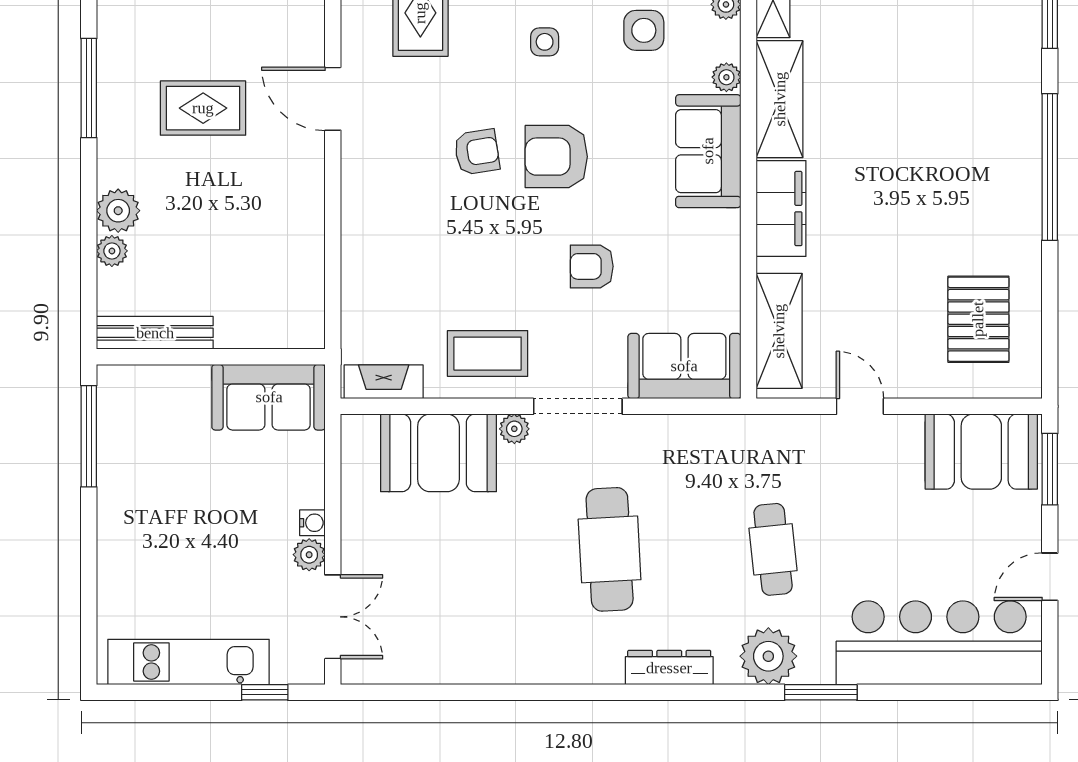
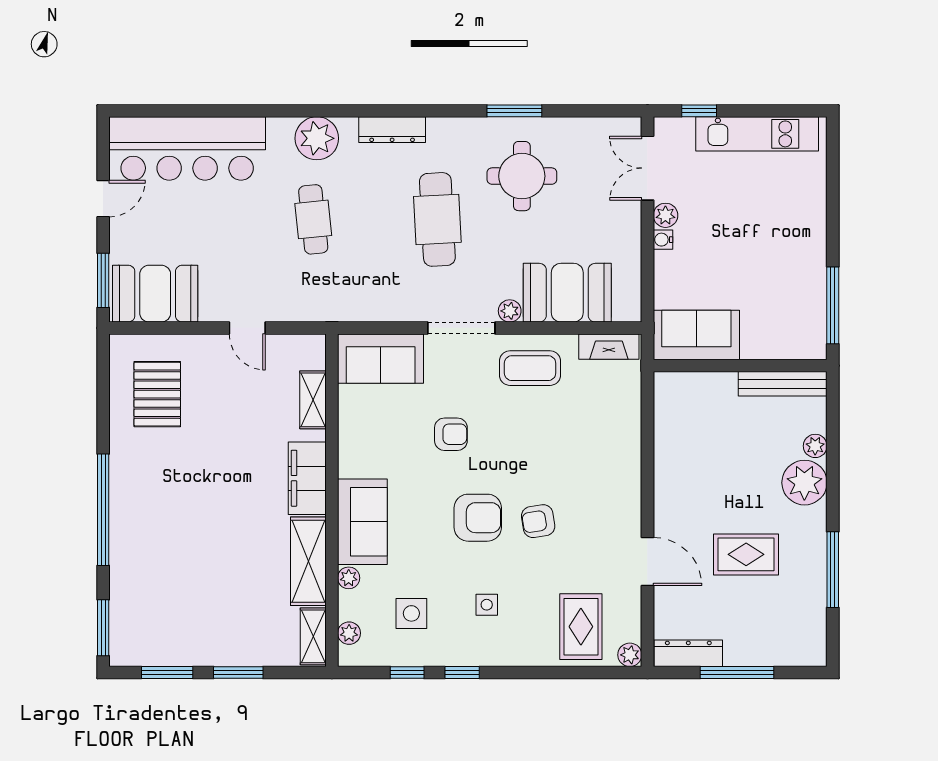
plant: (118, 211) -> (804, 483), width x1.36, depth x1.36
shelving: (779, 331) -> (313, 400), width x0.67, depth x0.75
round table: (498, 606) -> (522, 176), added
window: (821, 692) -> (514, 111), moved

